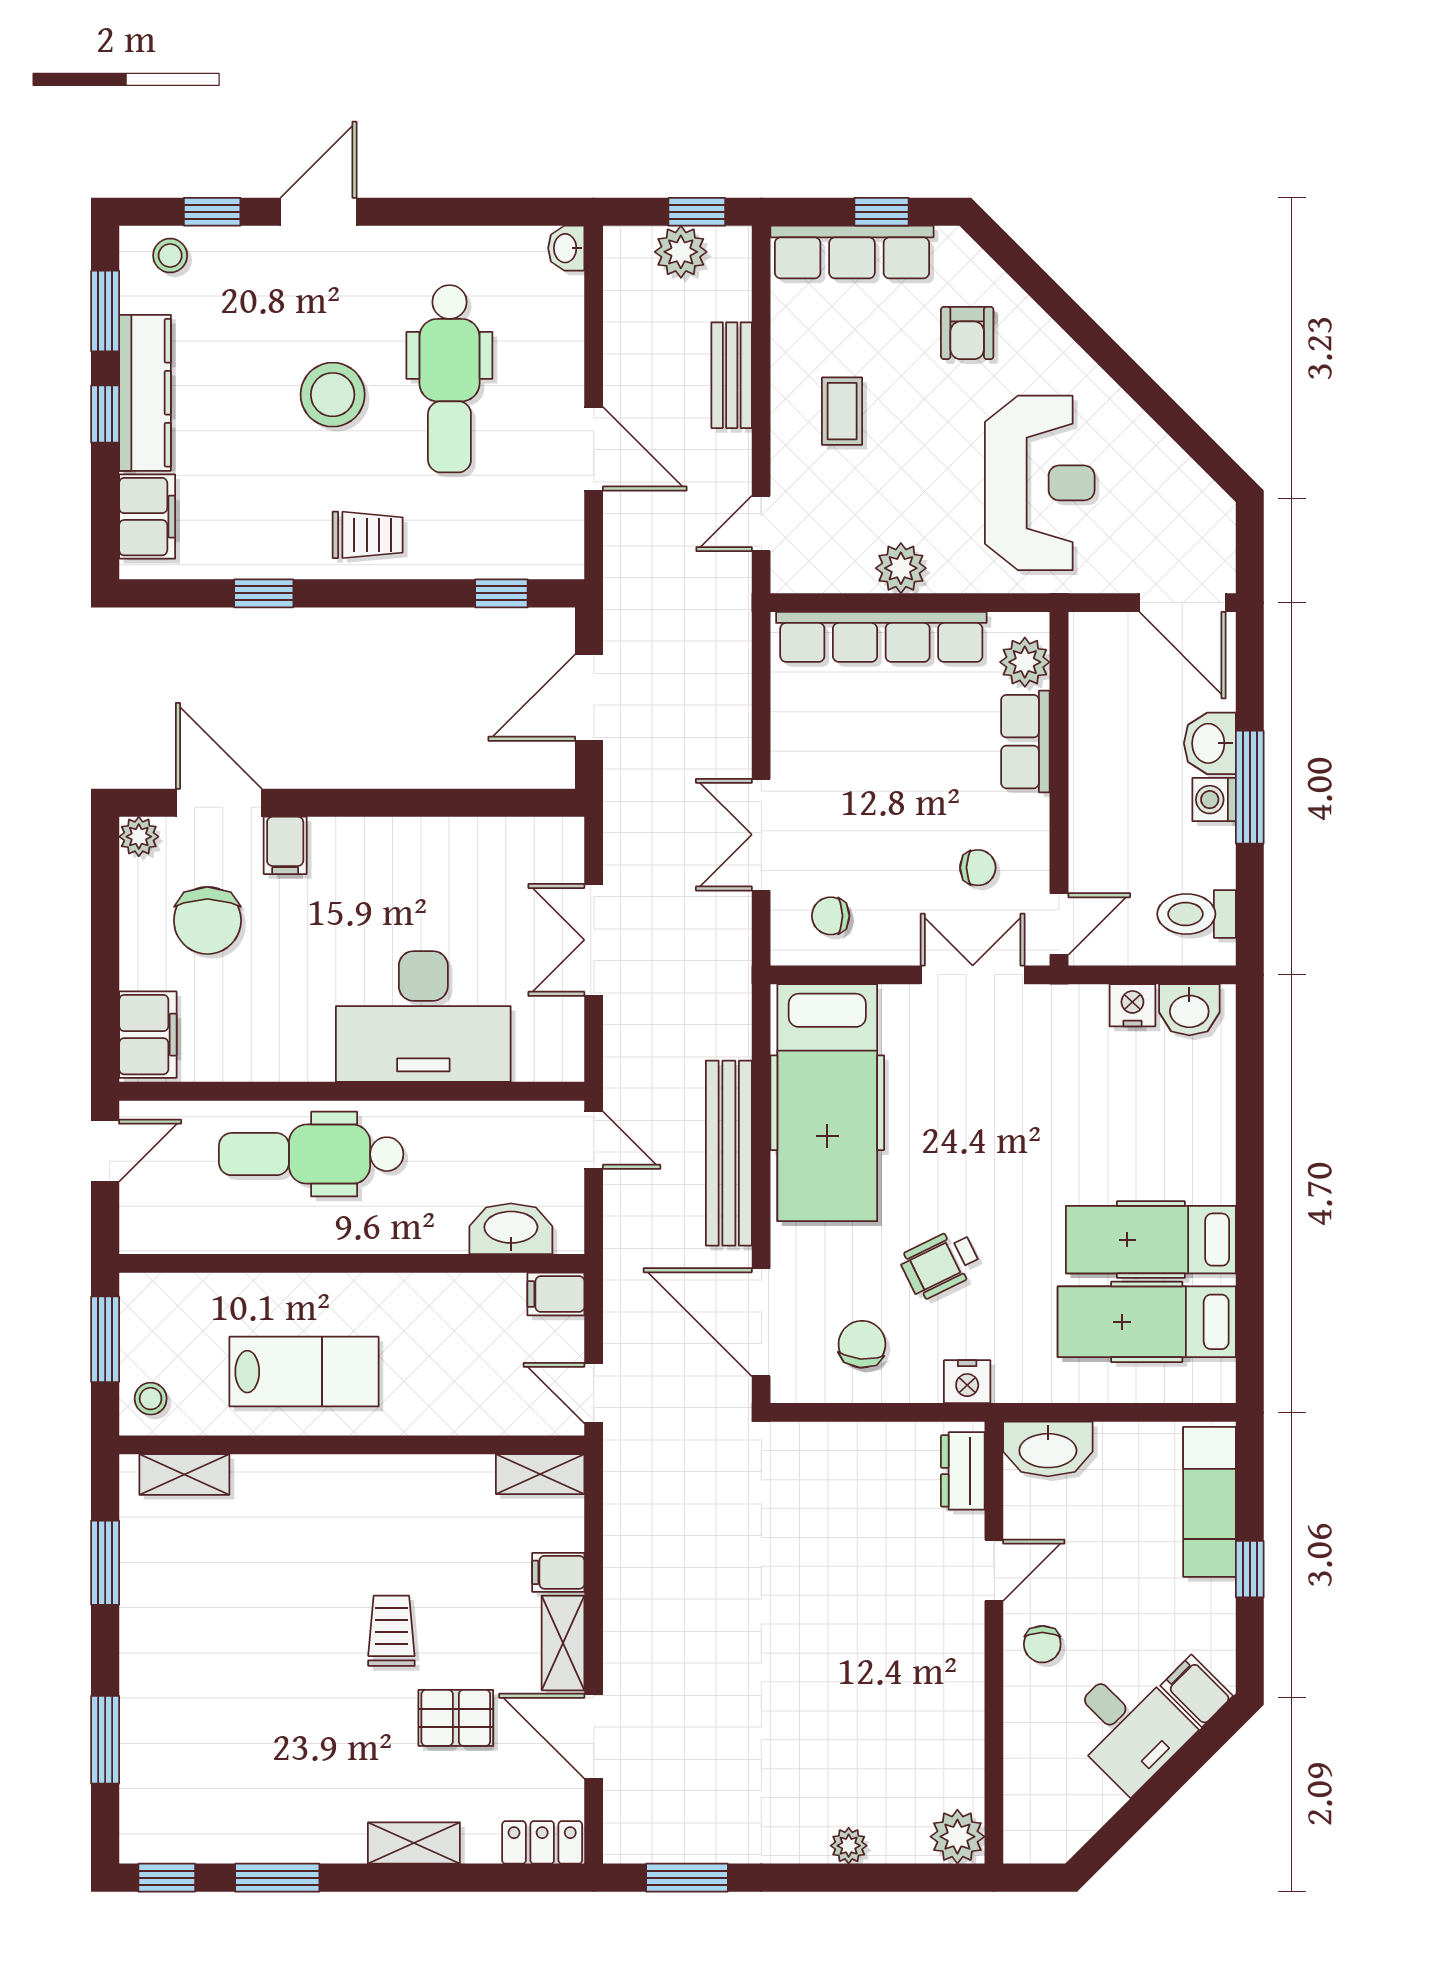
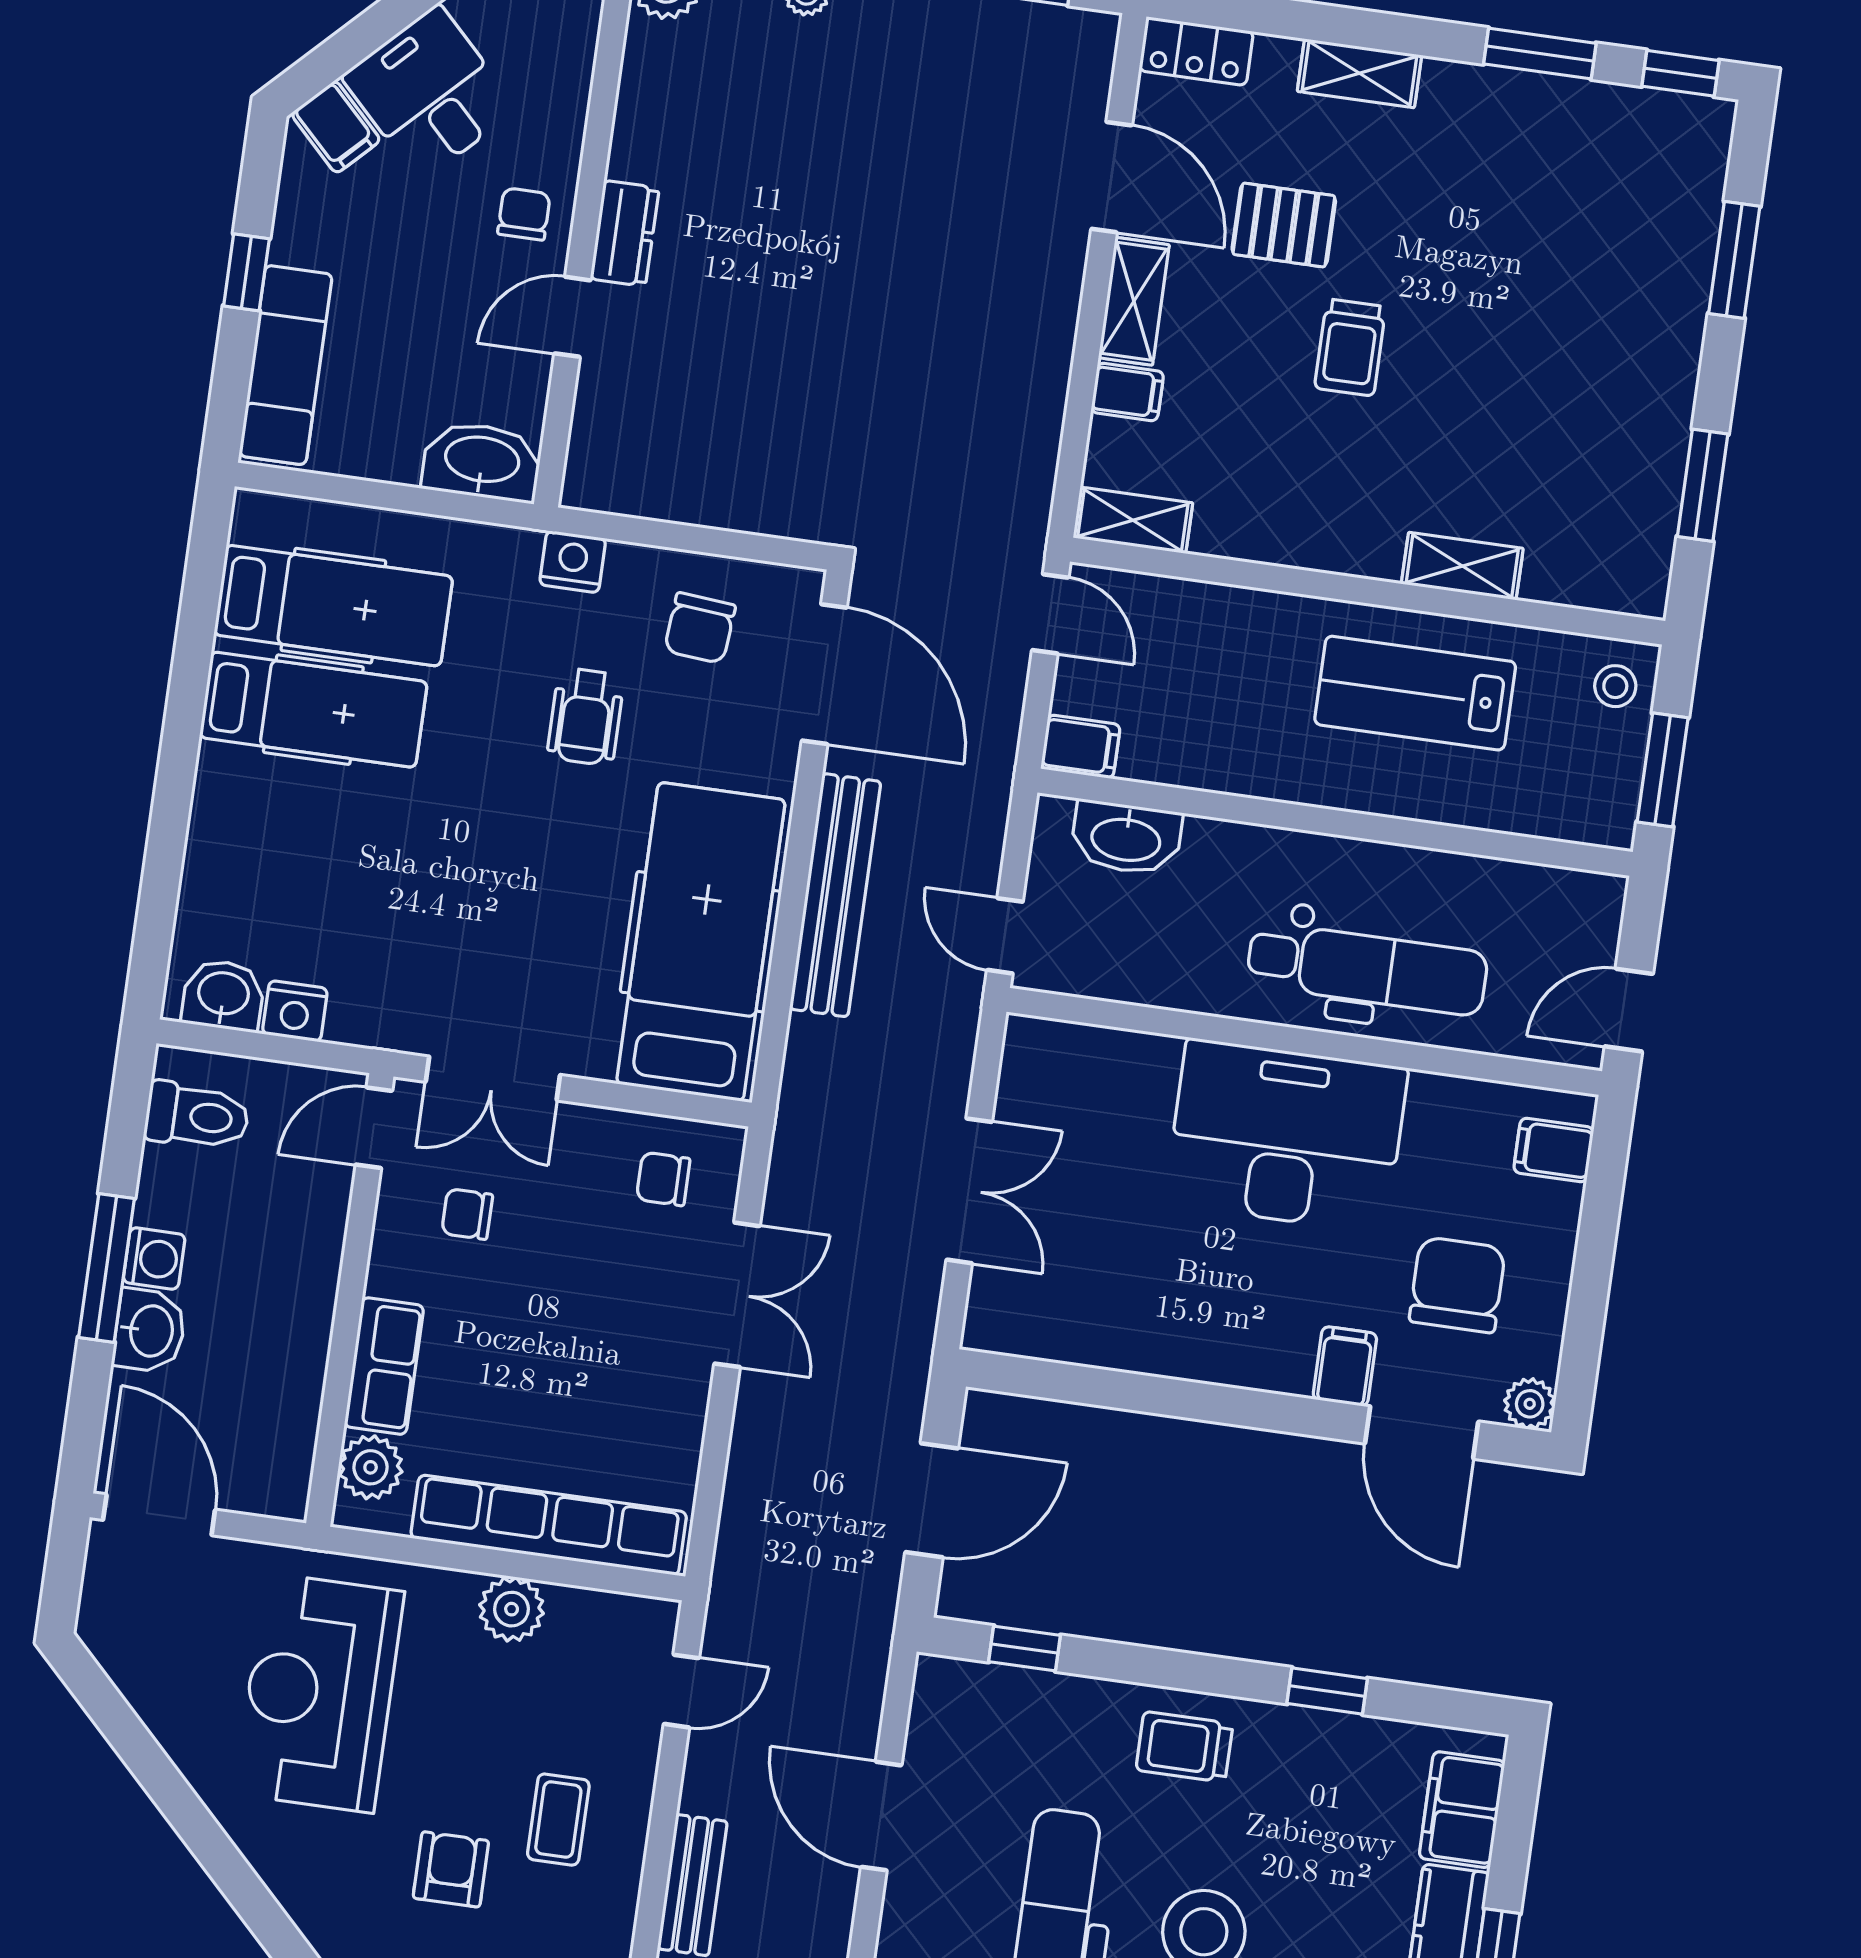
armchair: (967, 333) -> (451, 1869), moved
chair: (831, 916) -> (663, 1179), turned 180
desk: (423, 1017) -> (1286, 1136), moved
filing cabinet: (148, 1035) -> (1554, 1150), width x0.50
wheelchair: (940, 1264) -> (586, 717), turned 116
dresser: (963, 1471) -> (625, 233), moved
shelving: (184, 1474) -> (1462, 566), moved

